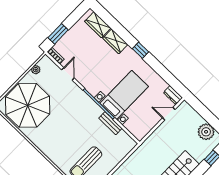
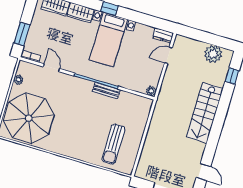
bed with nightstands: (124, 95) -> (108, 40), moved, turned 180
bench: (110, 123) -> (106, 91), moved
plant: (140, 136) -> (151, 91), added

